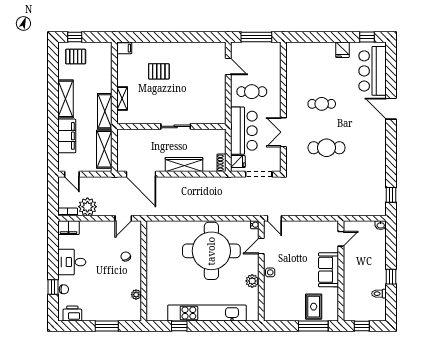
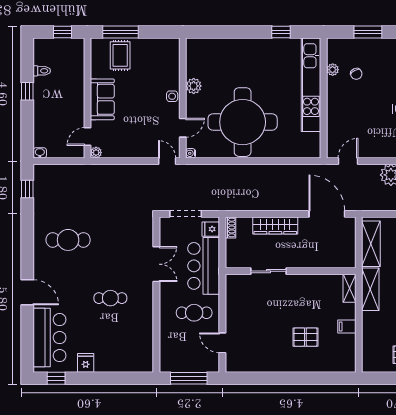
filing cabinet: (124, 48) -> (347, 327), moved
shelving: (122, 98) -> (349, 288), moved
sliding door: (176, 126) -> (269, 271), moved
cafe table: (327, 148) -> (68, 240), moved
plant: (334, 225) -> (96, 153), added
chair: (126, 256) -> (356, 74), moved
kitchen unit: (207, 313) -> (311, 85), moved, turned 90

